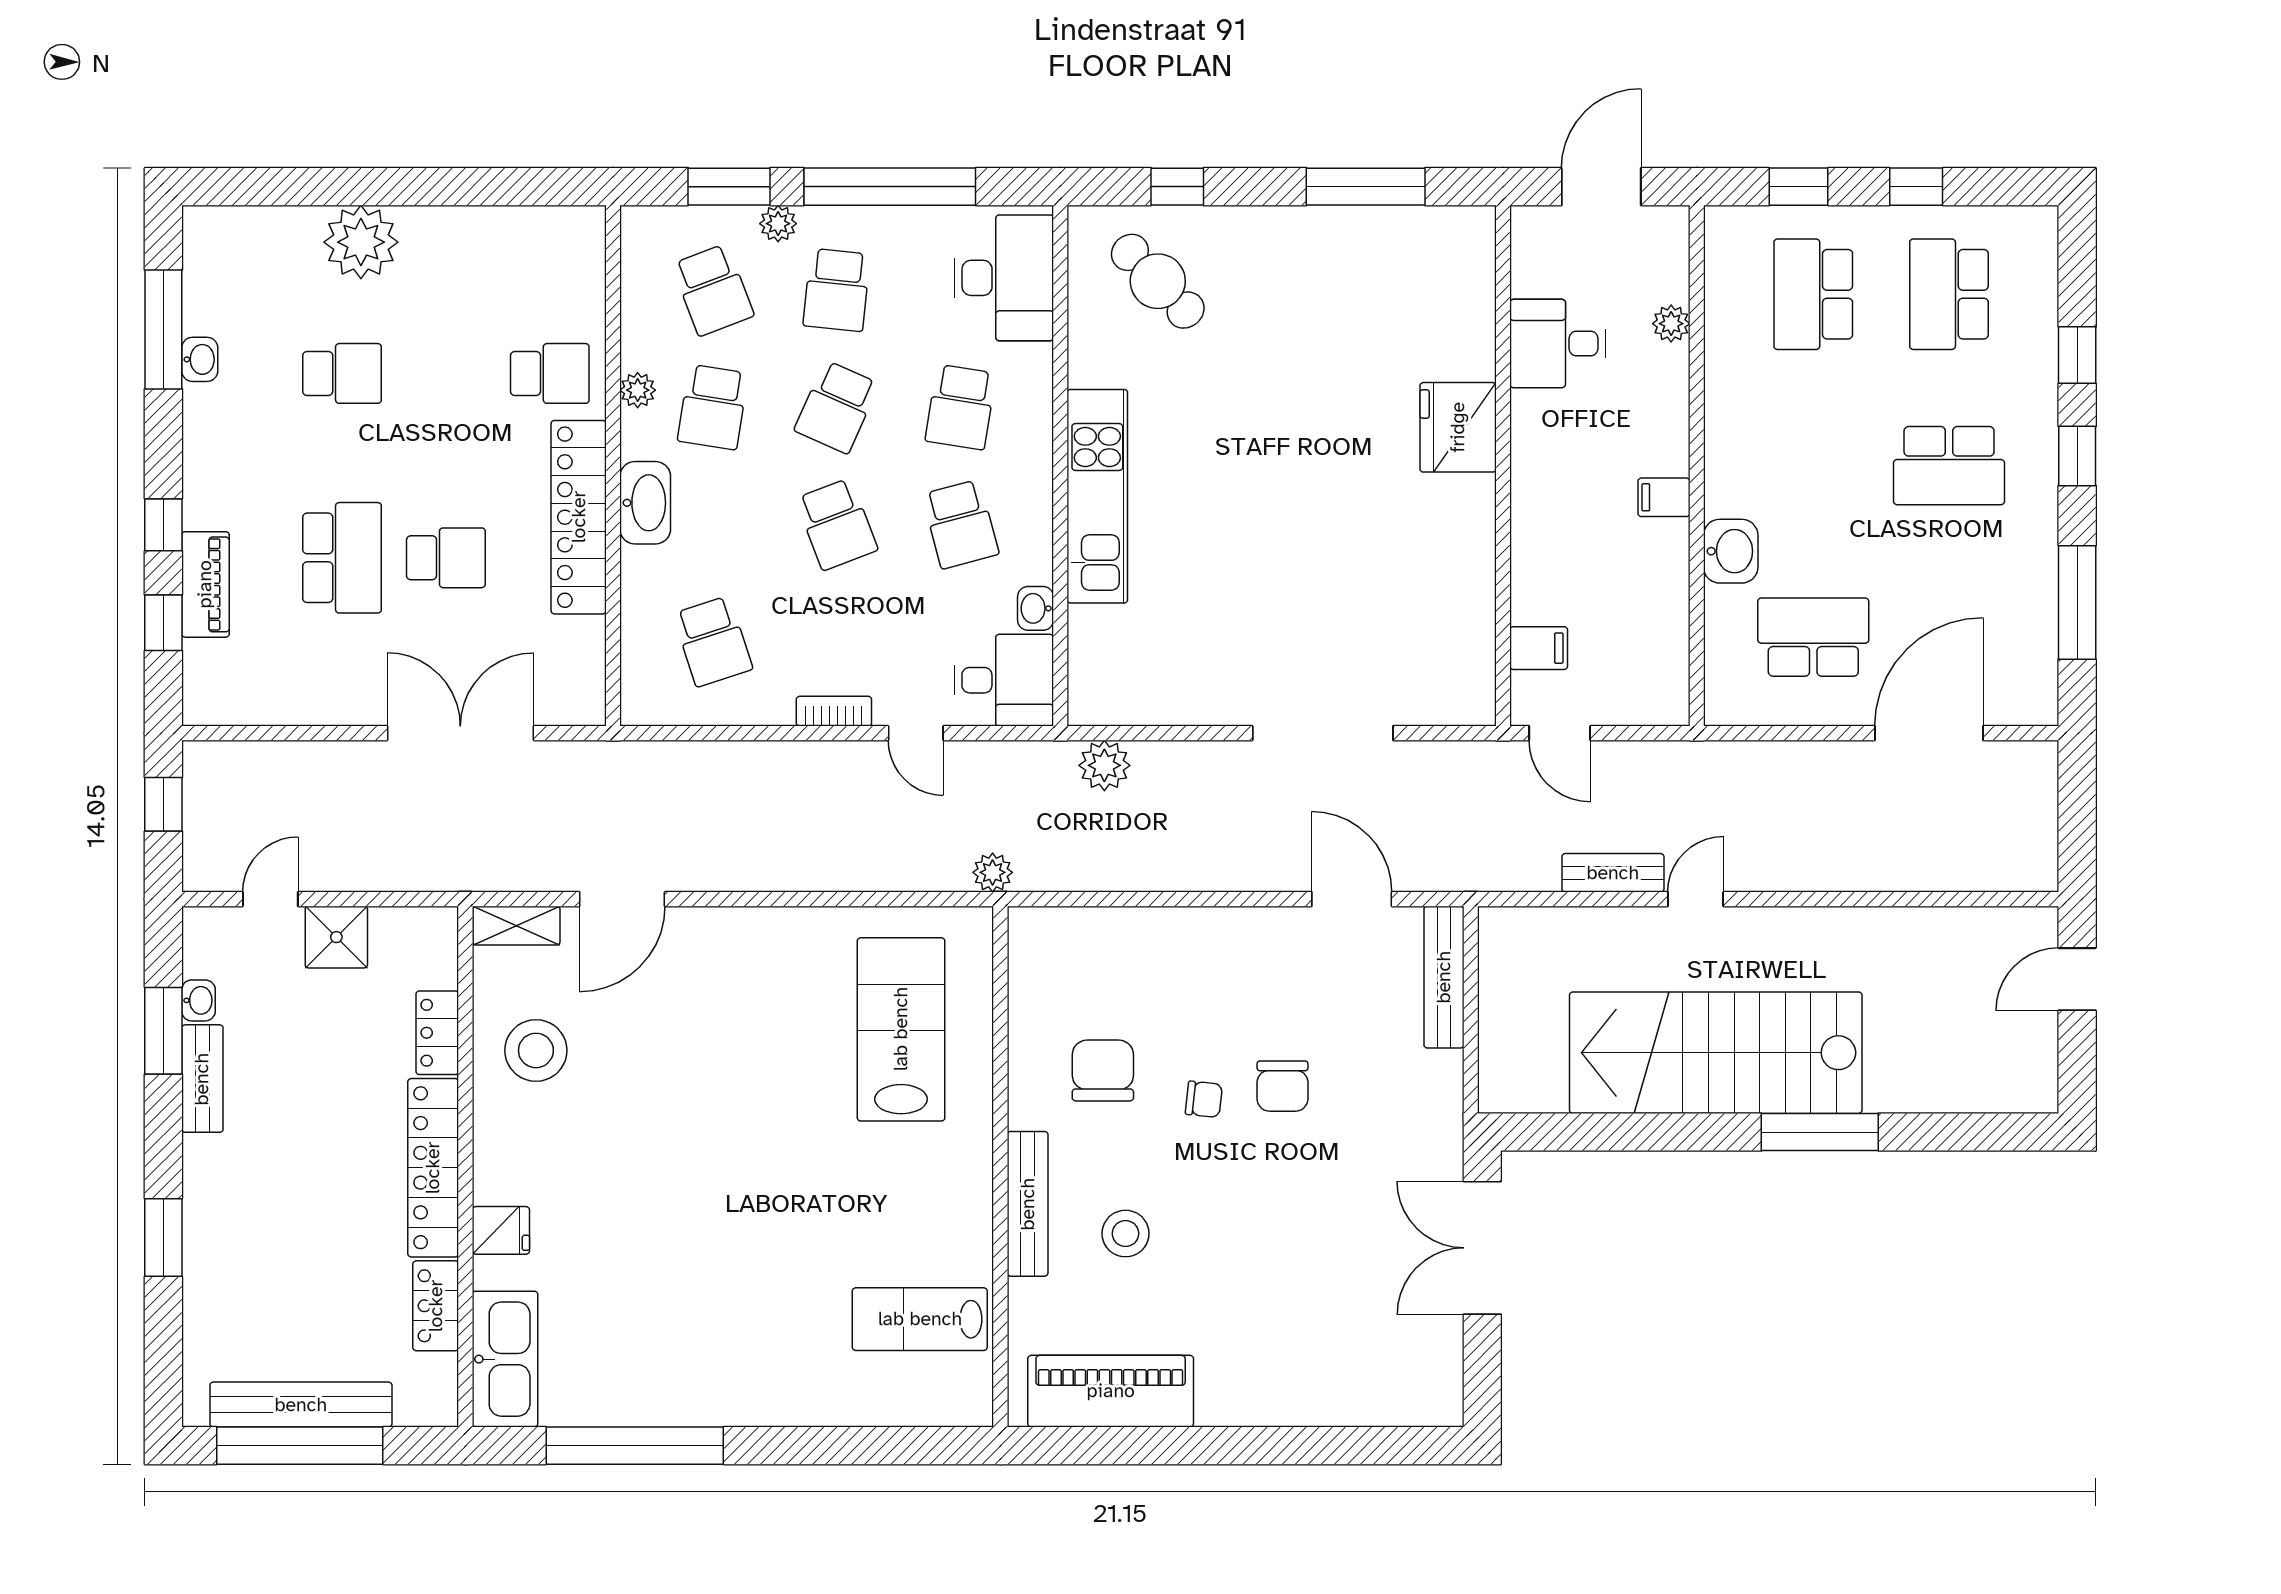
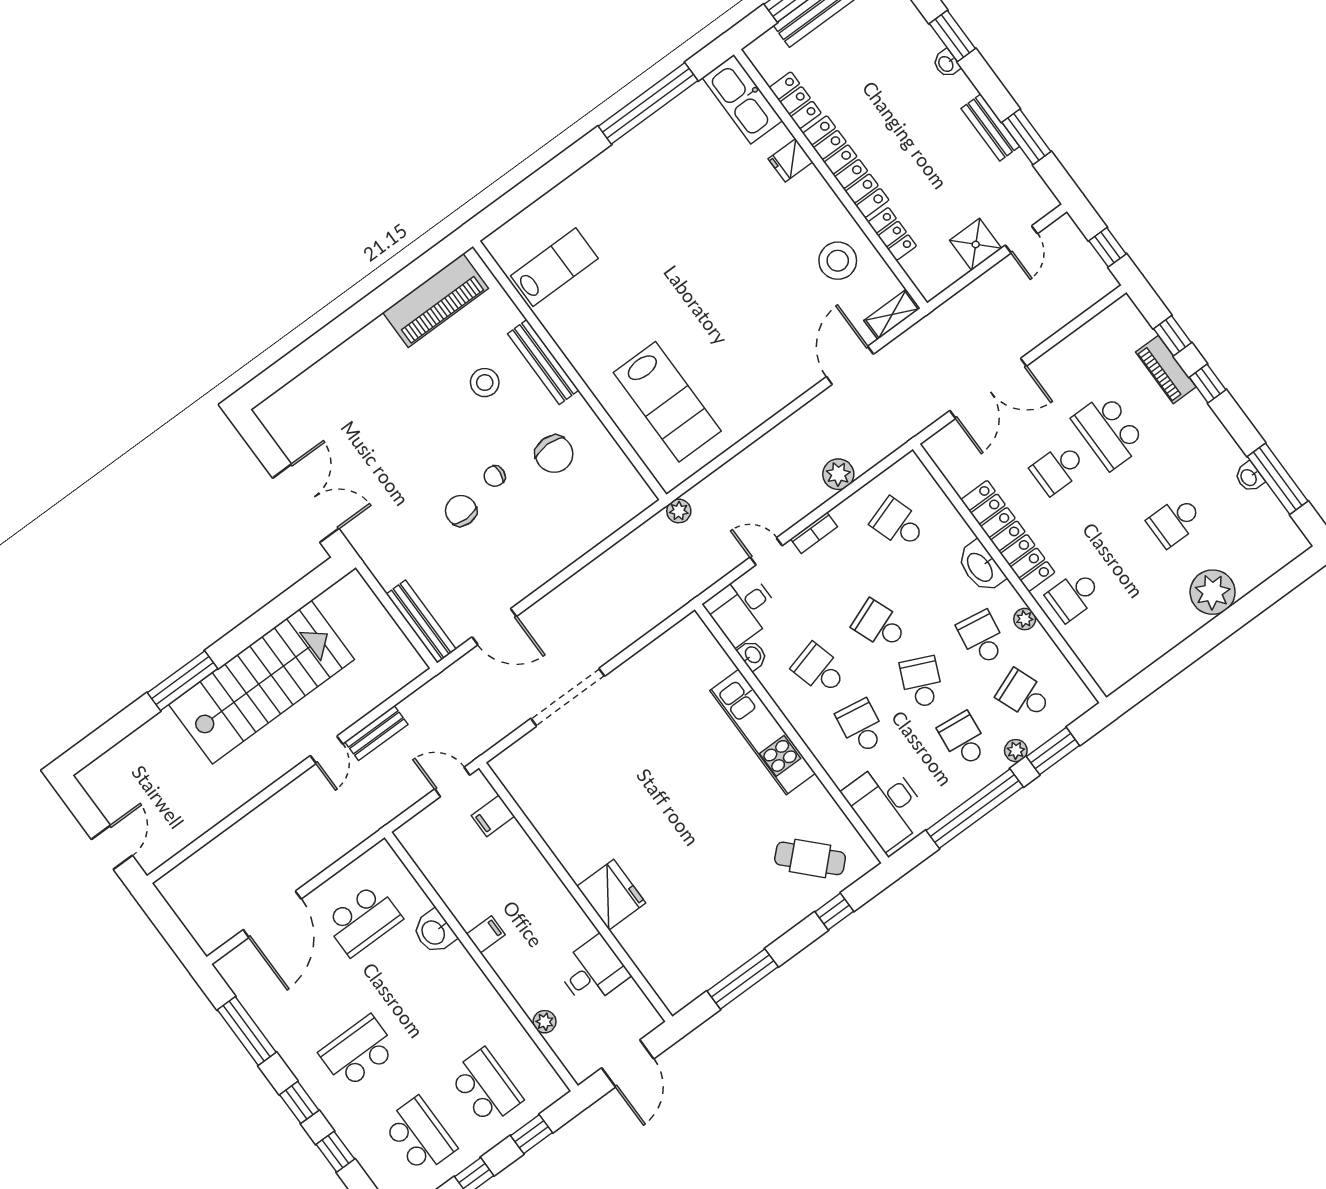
plant: (1104, 765) -> (838, 474), moved
washbasin: (198, 1000) -> (946, 64), moved

